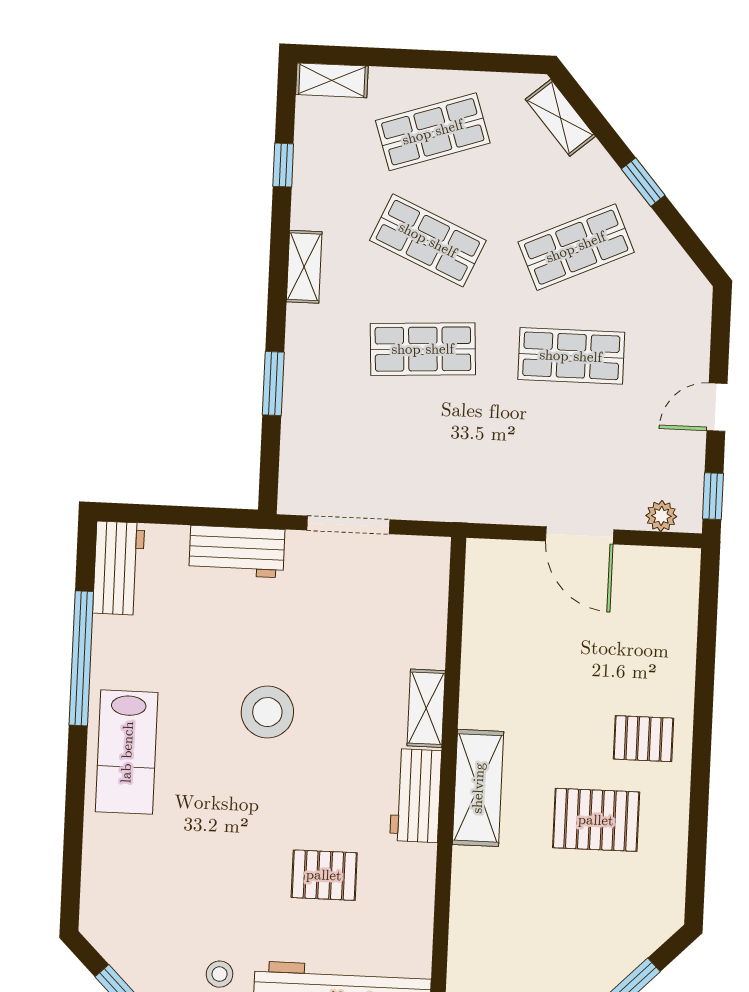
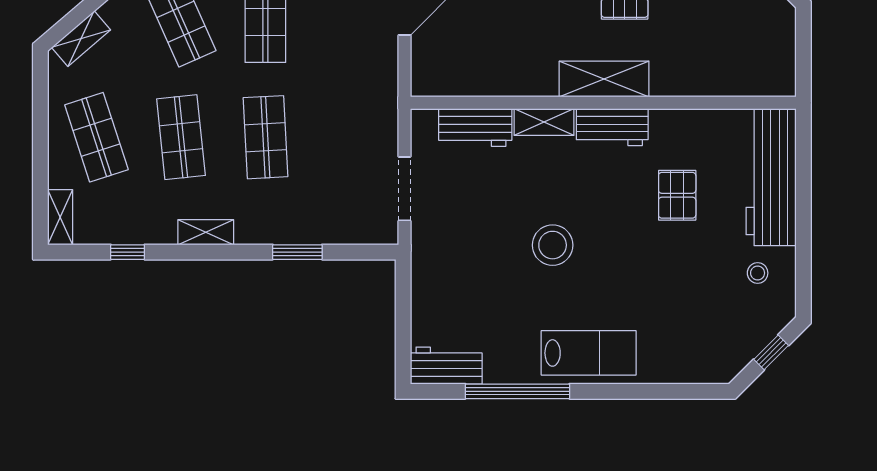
shop shelf: (428, 240) -> (181, 137), turned -30
workbench: (237, 552) -> (475, 127), moved, turned 90

